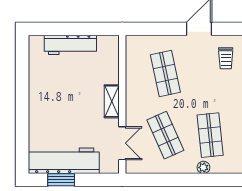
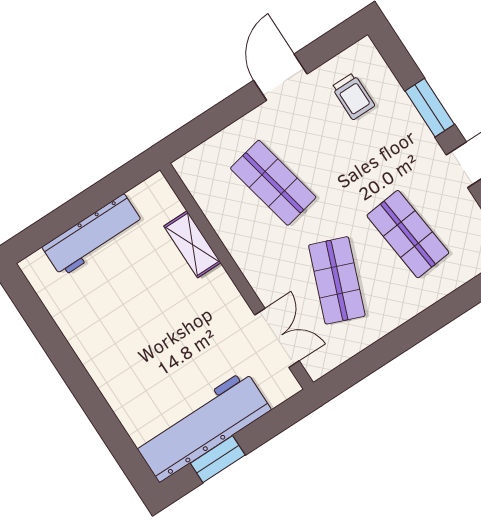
shelving: (112, 101) -> (192, 244), moved
shop shelf: (165, 135) -> (337, 280), turned 45
plant: (203, 167) -> (431, 292), removed

